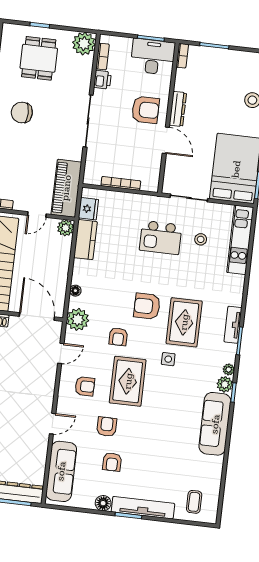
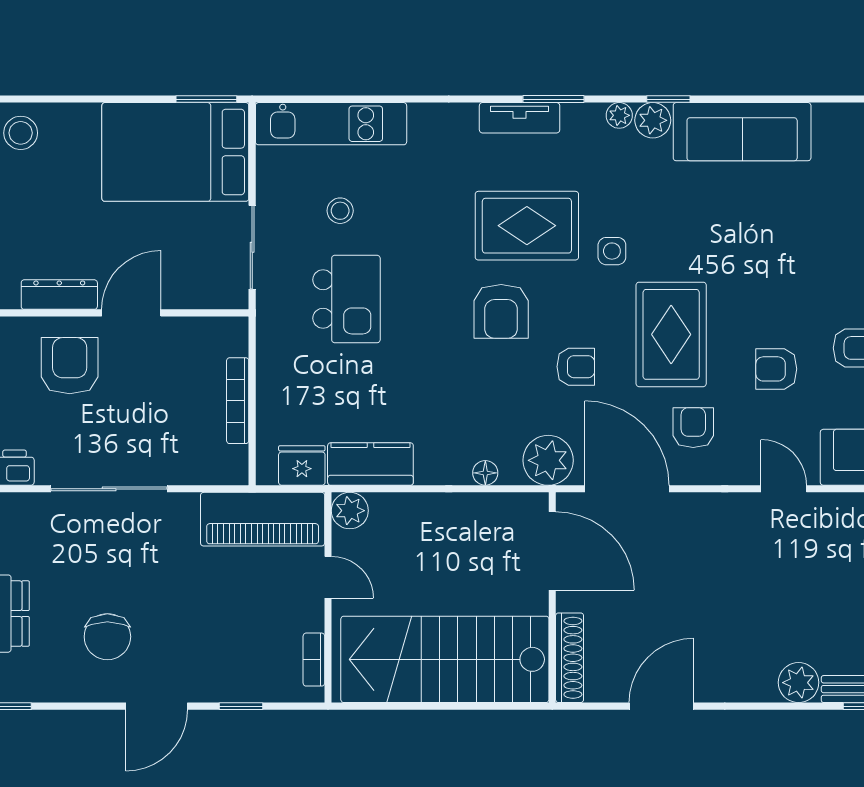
door: (37, 317) -> (552, 551), swing flipped
door: (61, 353) -> (627, 489), width x1.87
rug: (128, 381) -> (671, 334), turned 90

